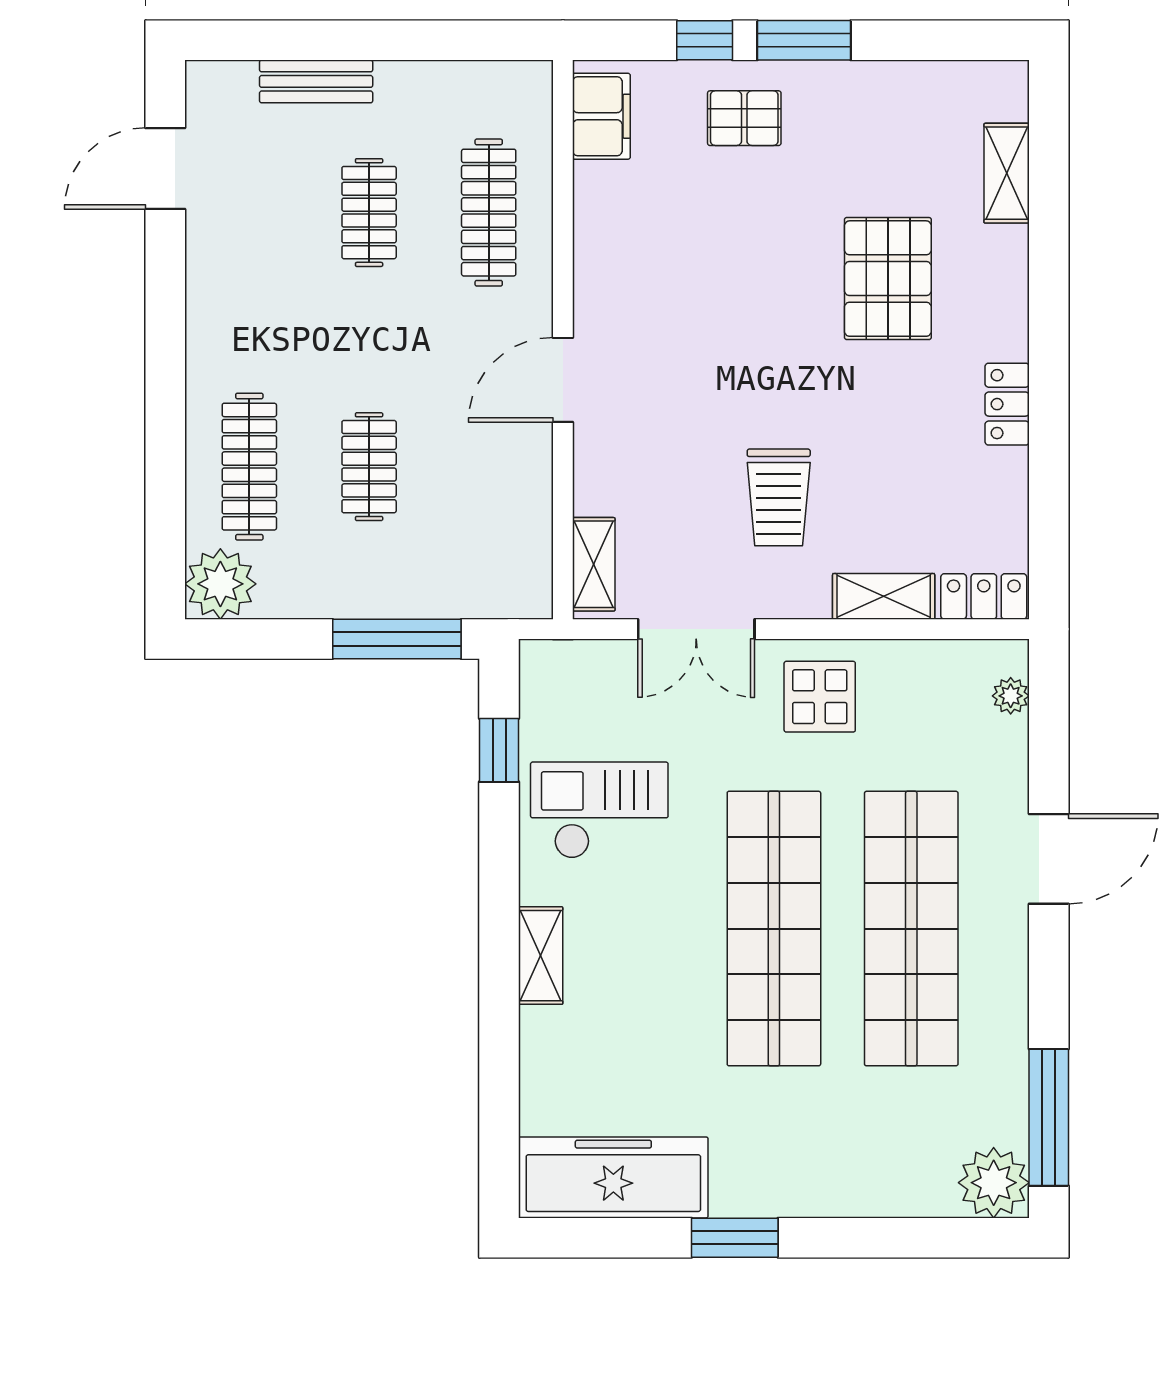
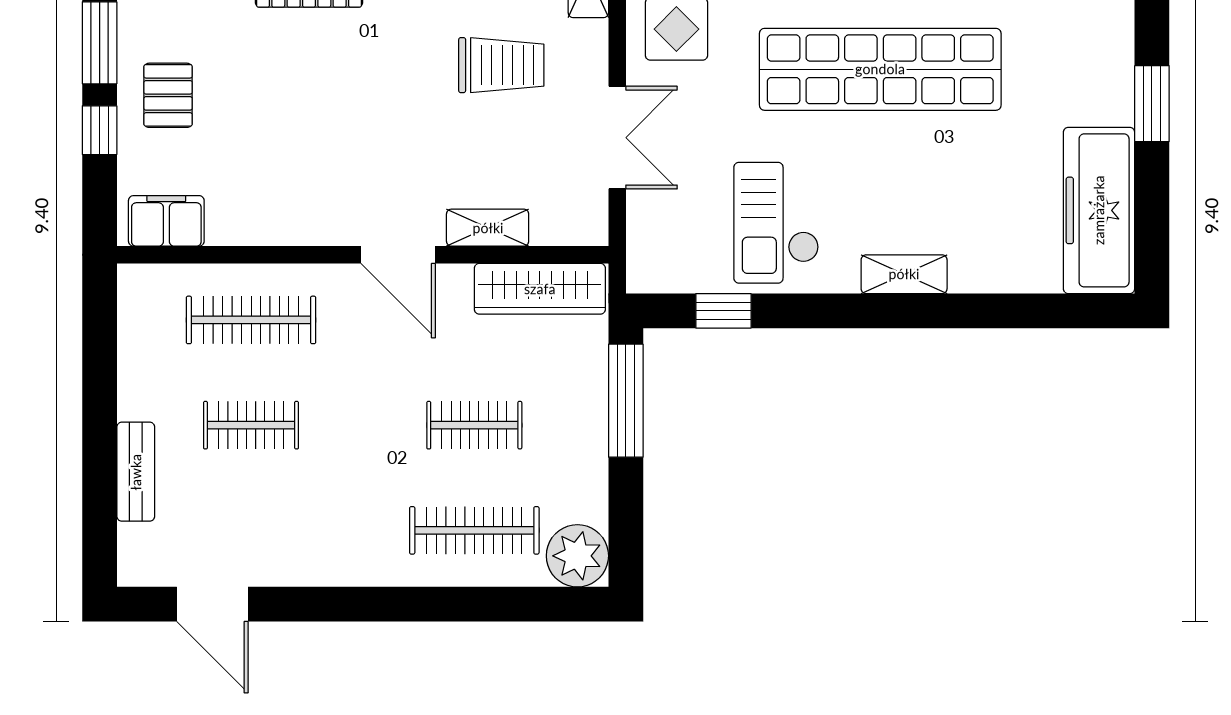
wardrobe: (524, 541) -> (540, 289), added
shelving: (594, 564) -> (488, 228), moved

